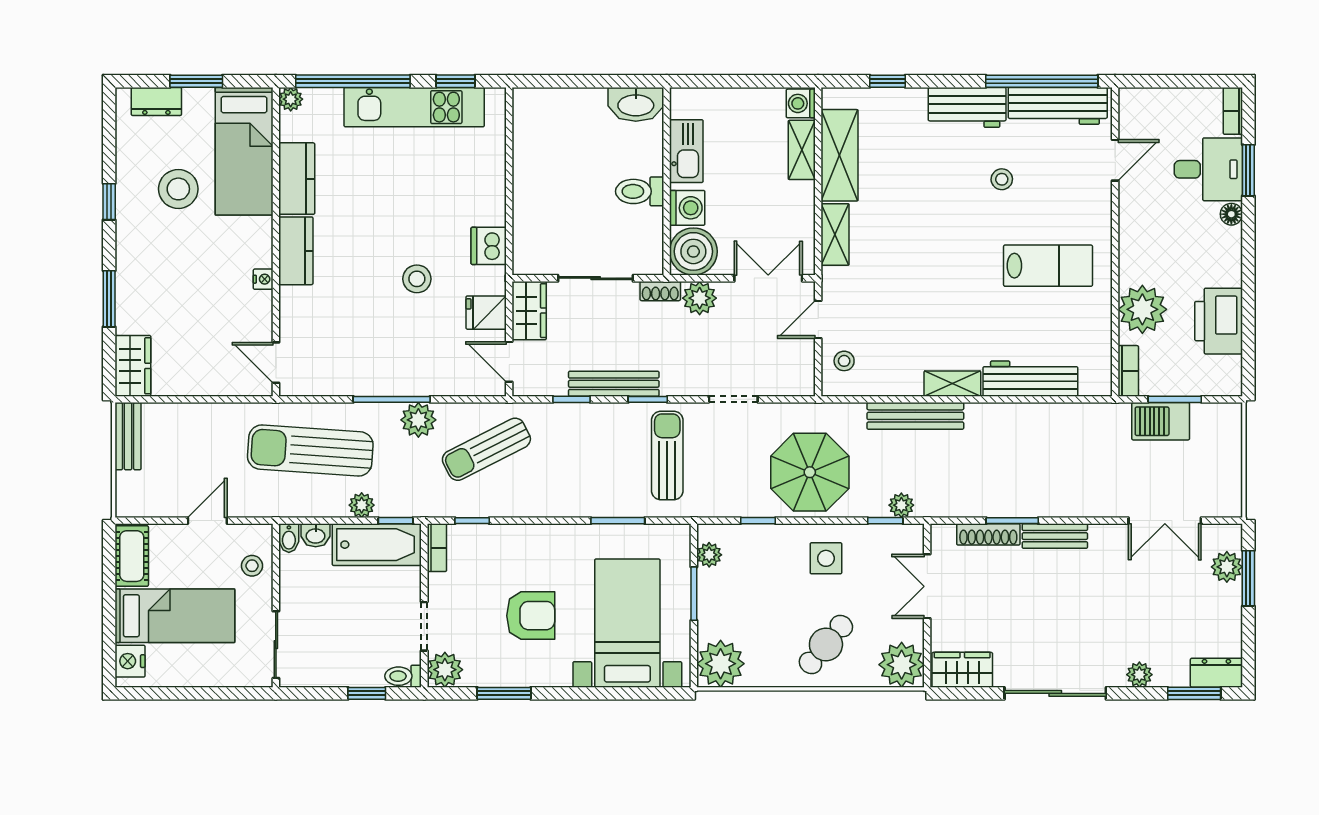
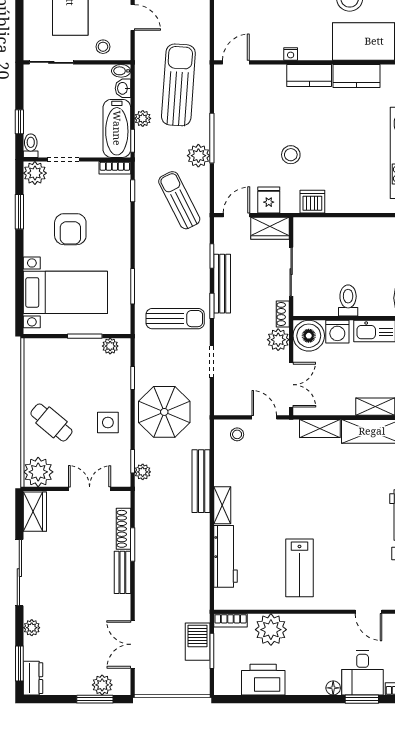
stool: (1002, 179) -> (356, 538), removed
plant: (721, 664) -> (39, 353), removed

